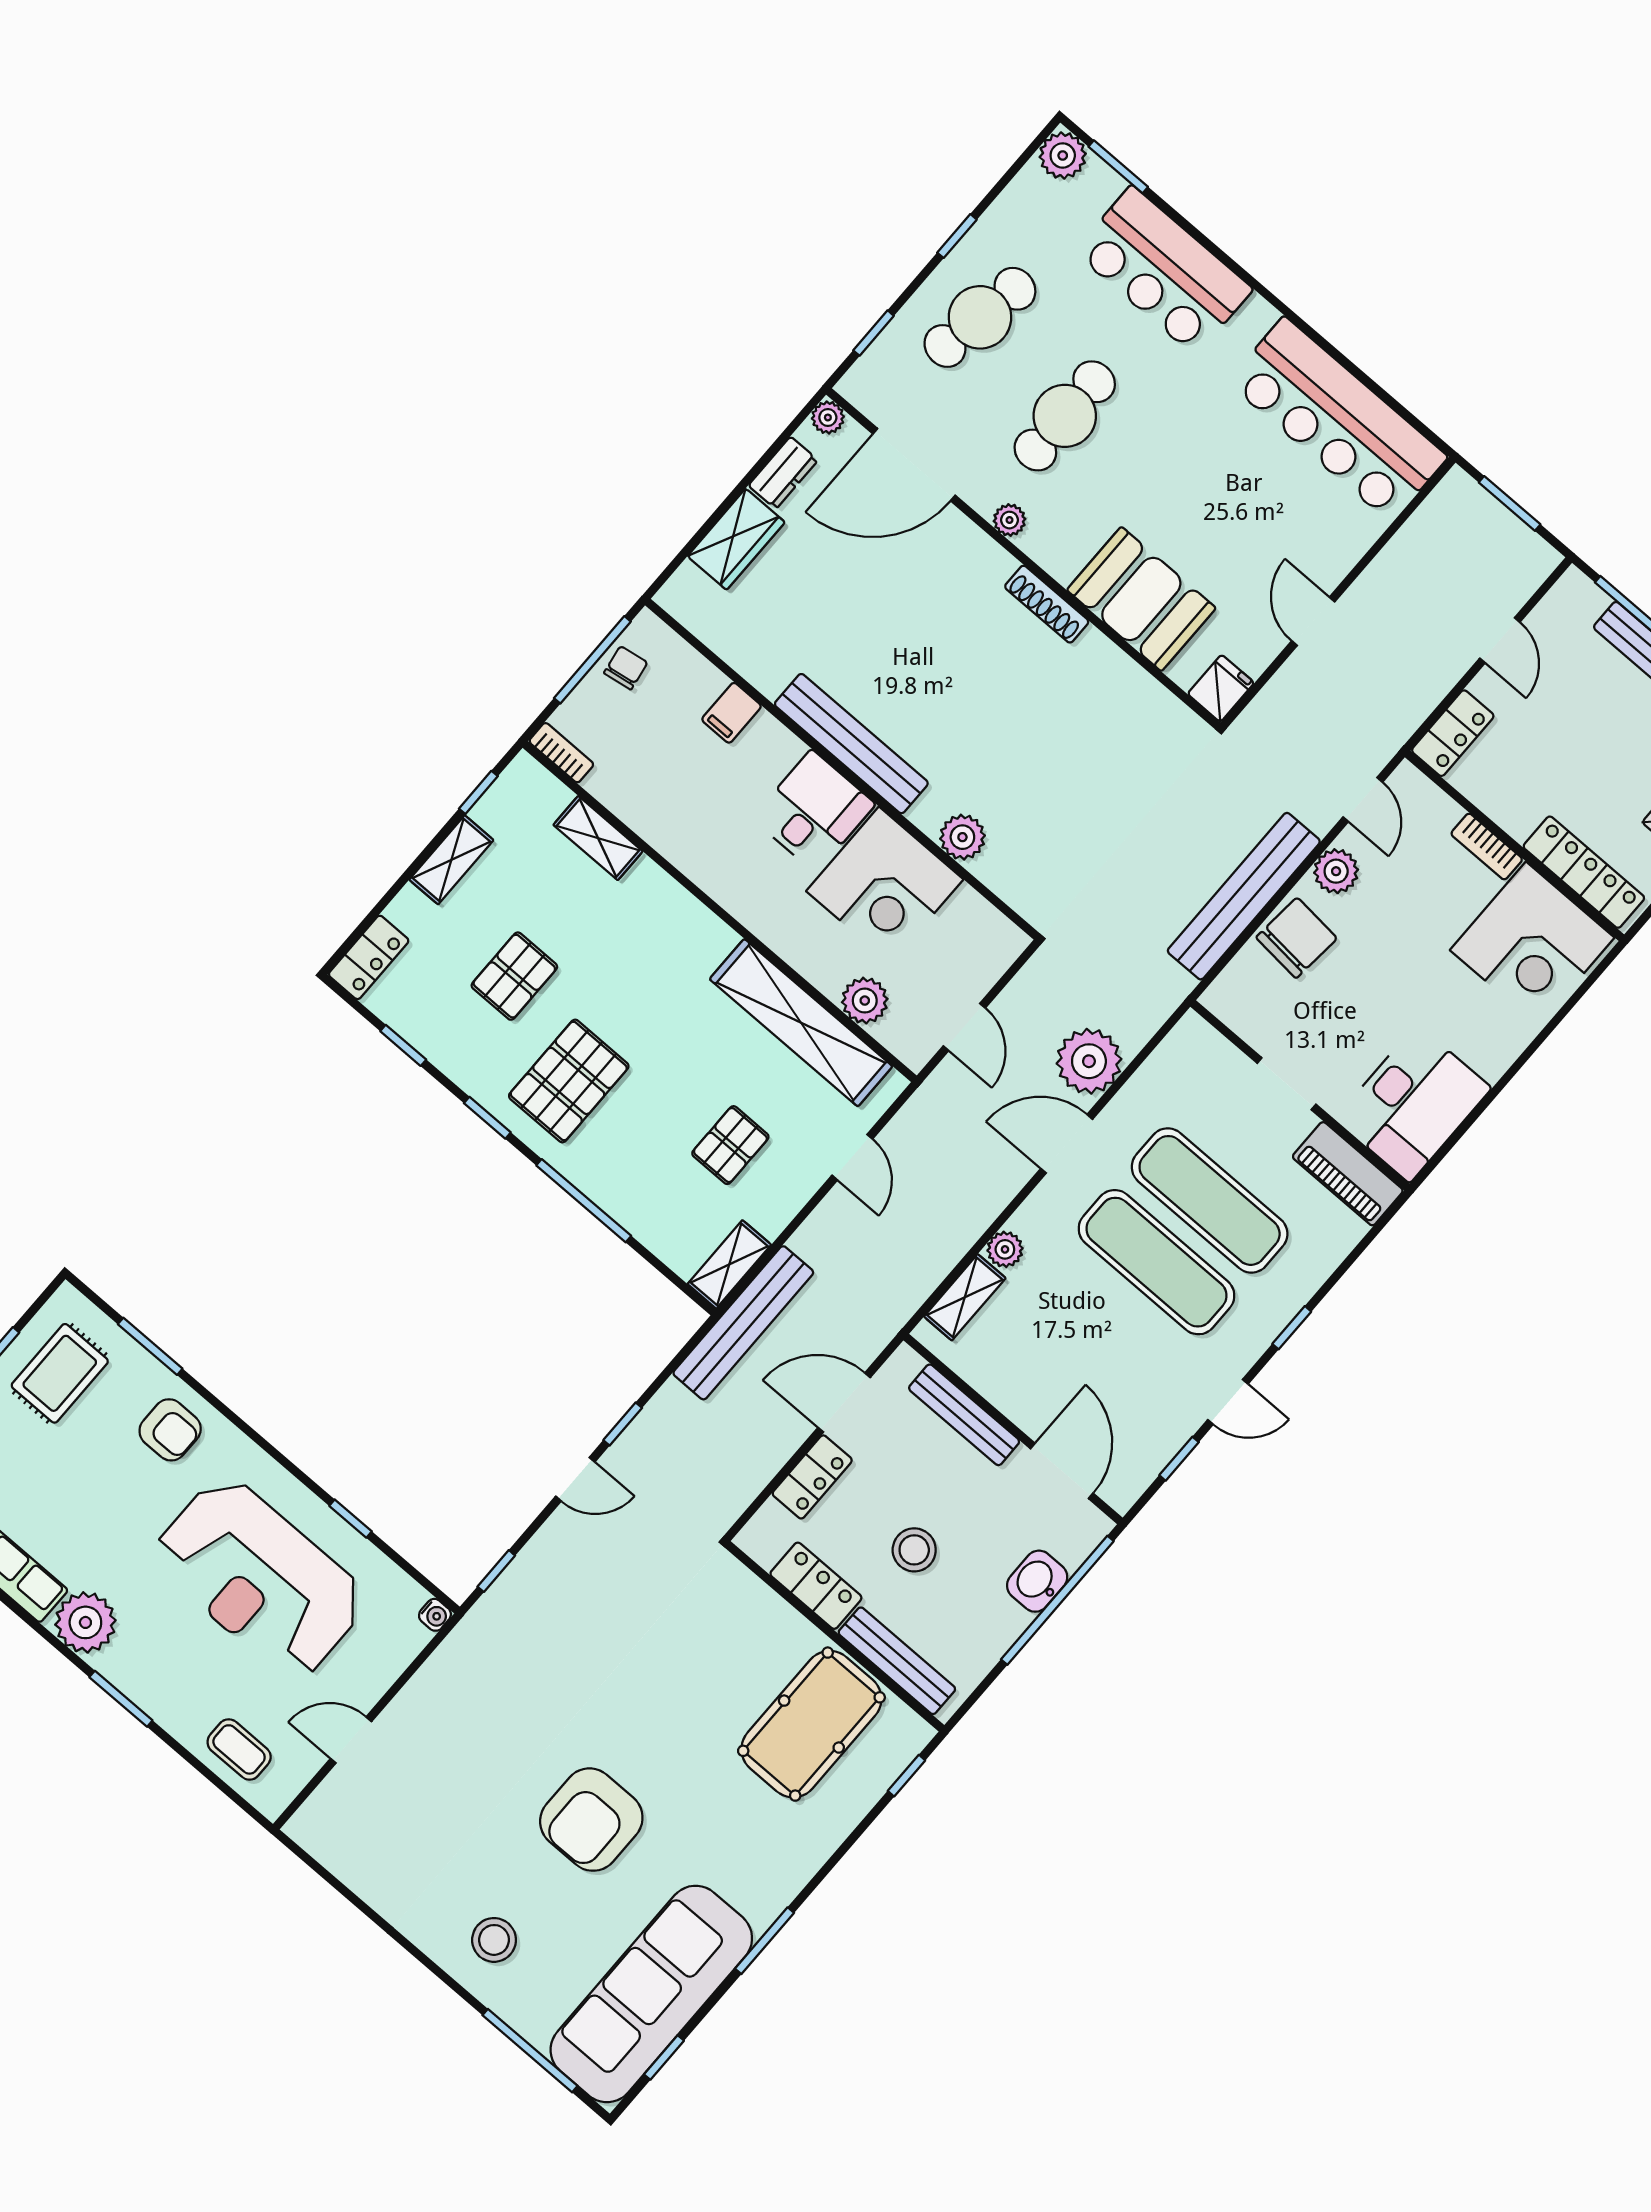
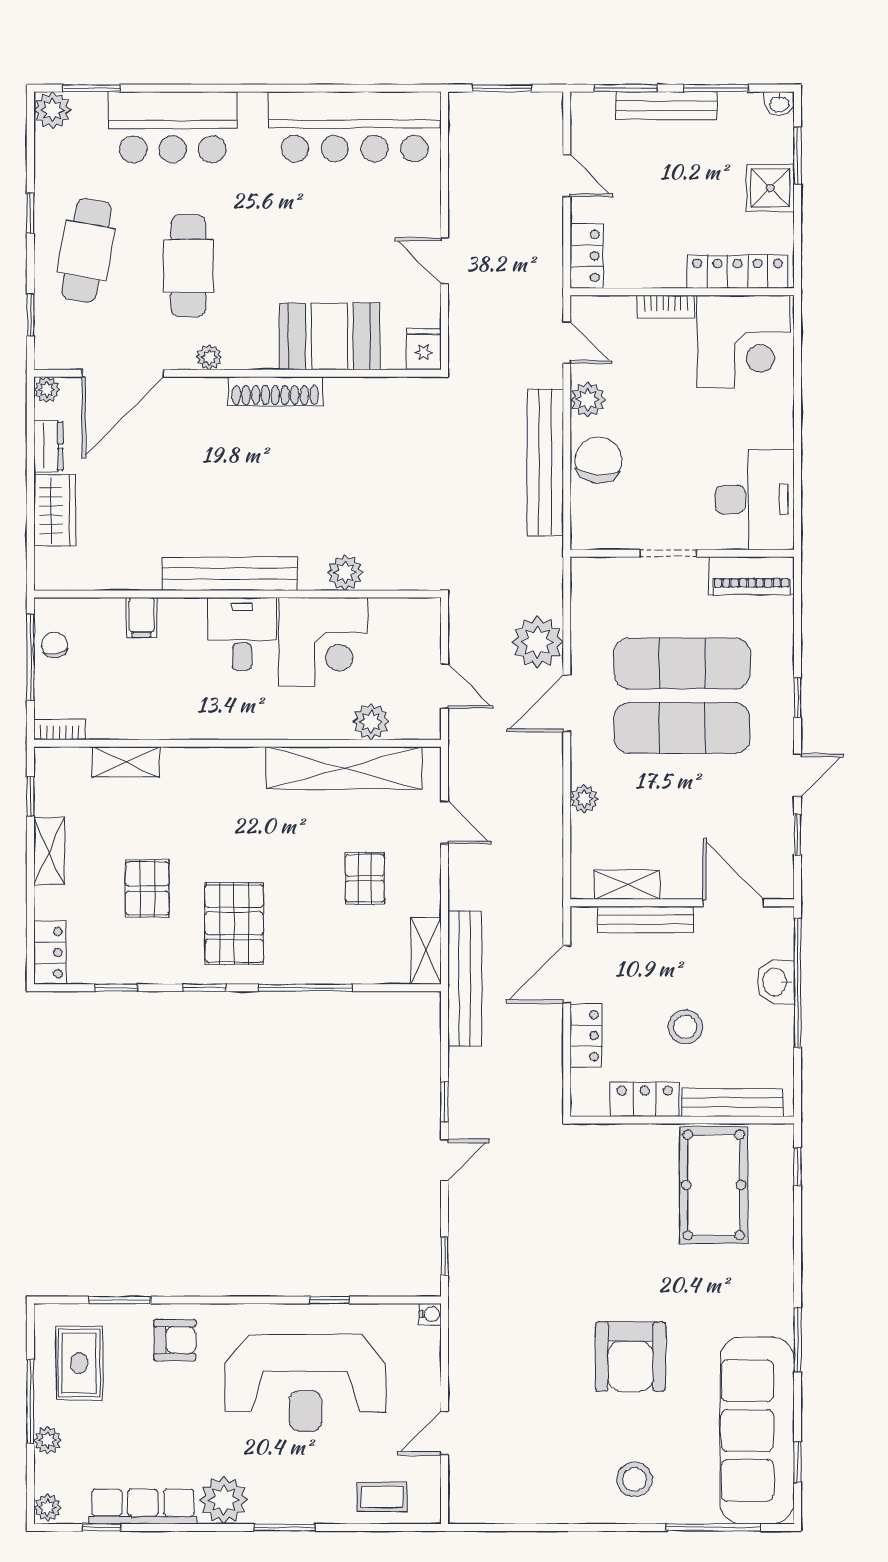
shoe rack: (1047, 604) -> (275, 391), width x1.36, depth x1.24
shelving: (965, 1297) -> (627, 885), moved, turned 90

